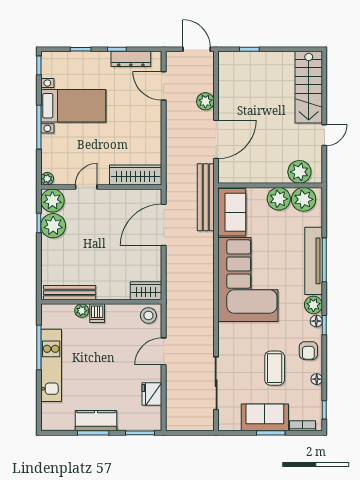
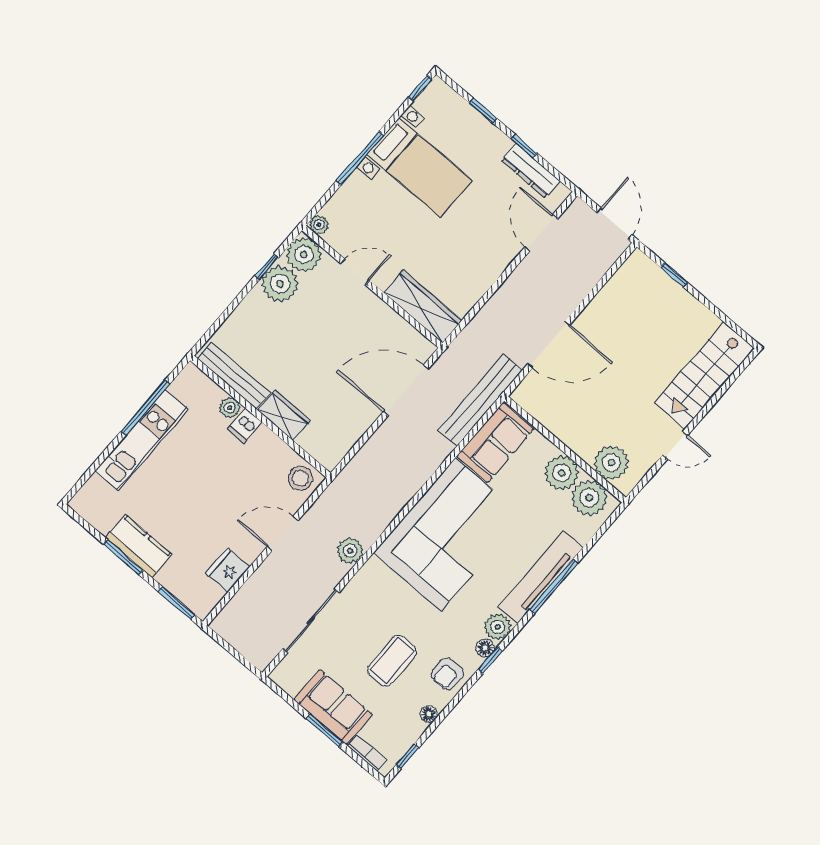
plant: (205, 101) -> (350, 551), moved
wardrobe: (146, 291) -> (284, 415), moved

